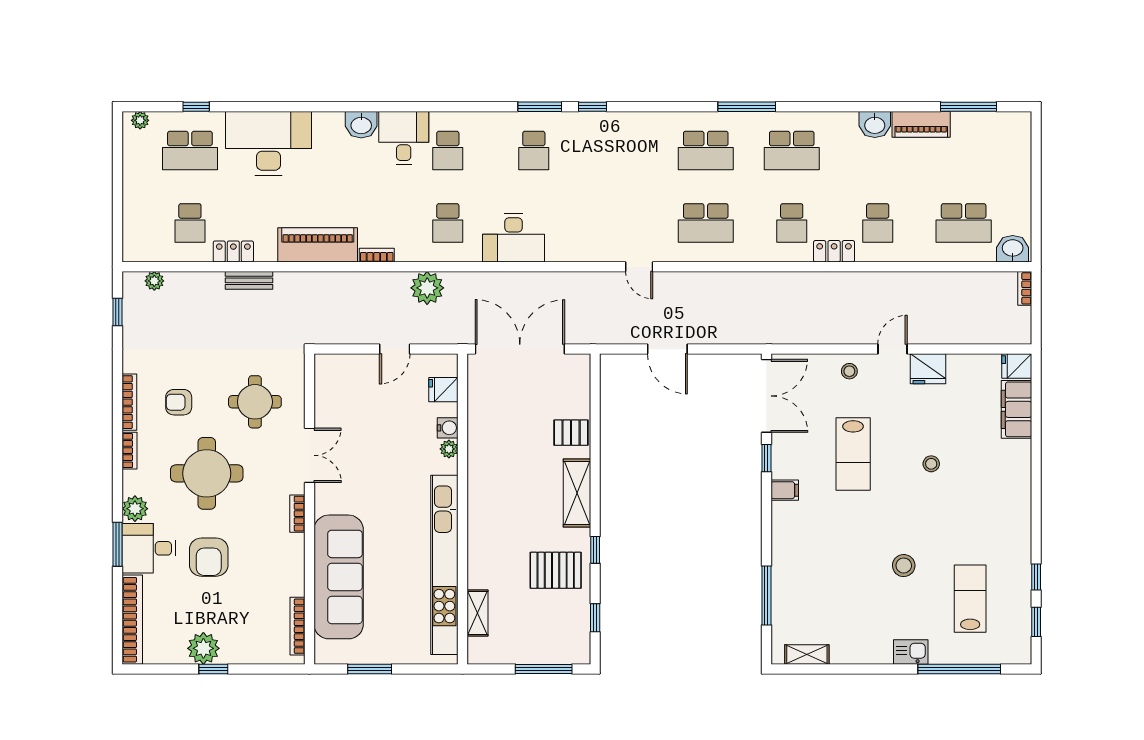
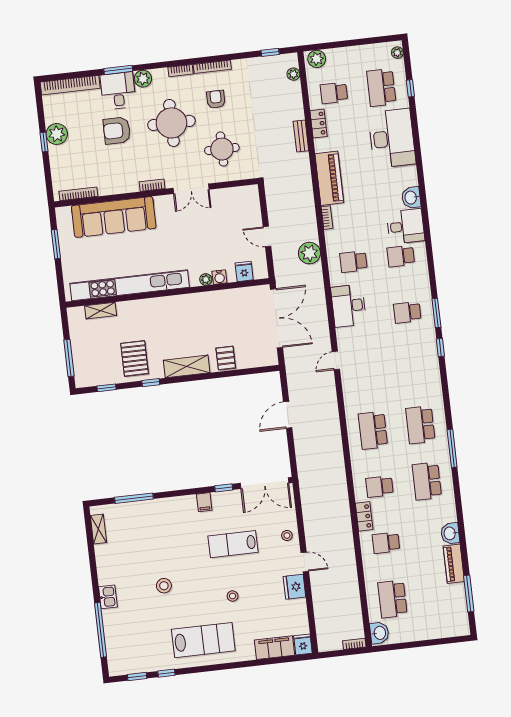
plant: (135, 243) -> (317, 59), added
door: (639, 267) -> (336, 361), moved
lab bench: (970, 599) -> (203, 640), moved, width x1.36, depth x1.39

